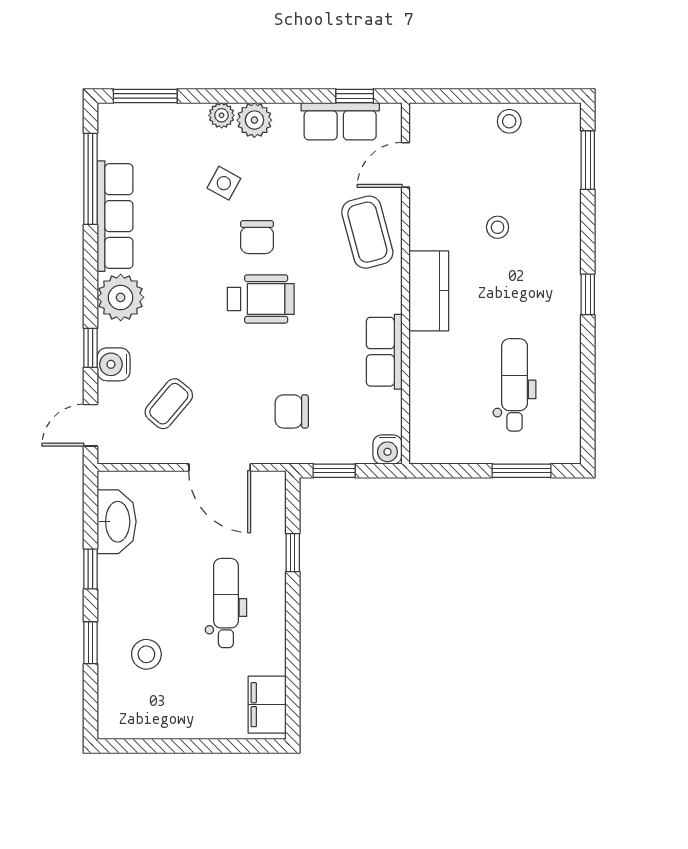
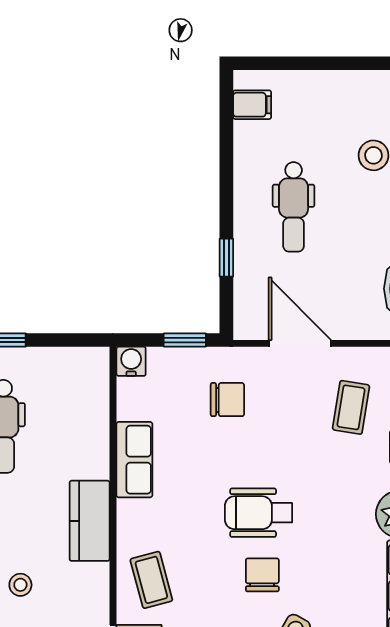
coffee table: (367, 232) -> (151, 580), width x0.73, depth x0.77
coffee table: (169, 404) -> (351, 407), turned -31
filing cabinet: (267, 705) -> (252, 105), width x0.50

